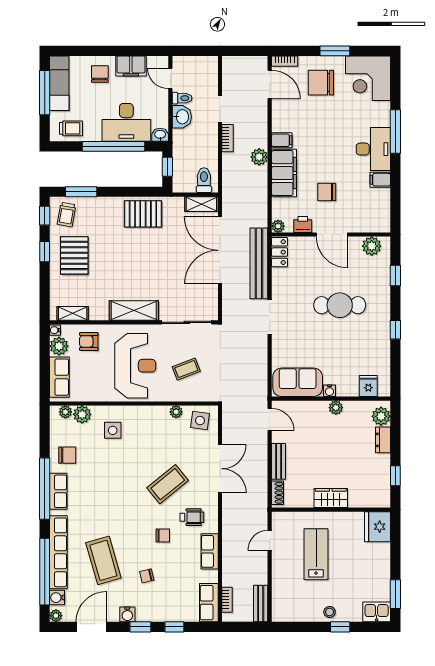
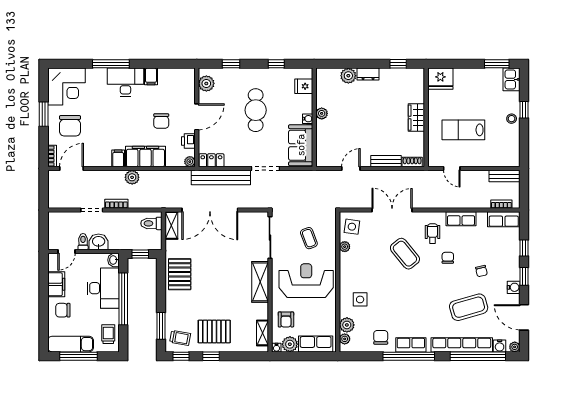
sofa: (298, 382) -> (301, 145), moved
fridge: (368, 386) -> (304, 86), moved
water cooler: (329, 391) -> (308, 119), moved
wall: (331, 399) -> (314, 117), moved
plant: (336, 408) -> (322, 113), moved

